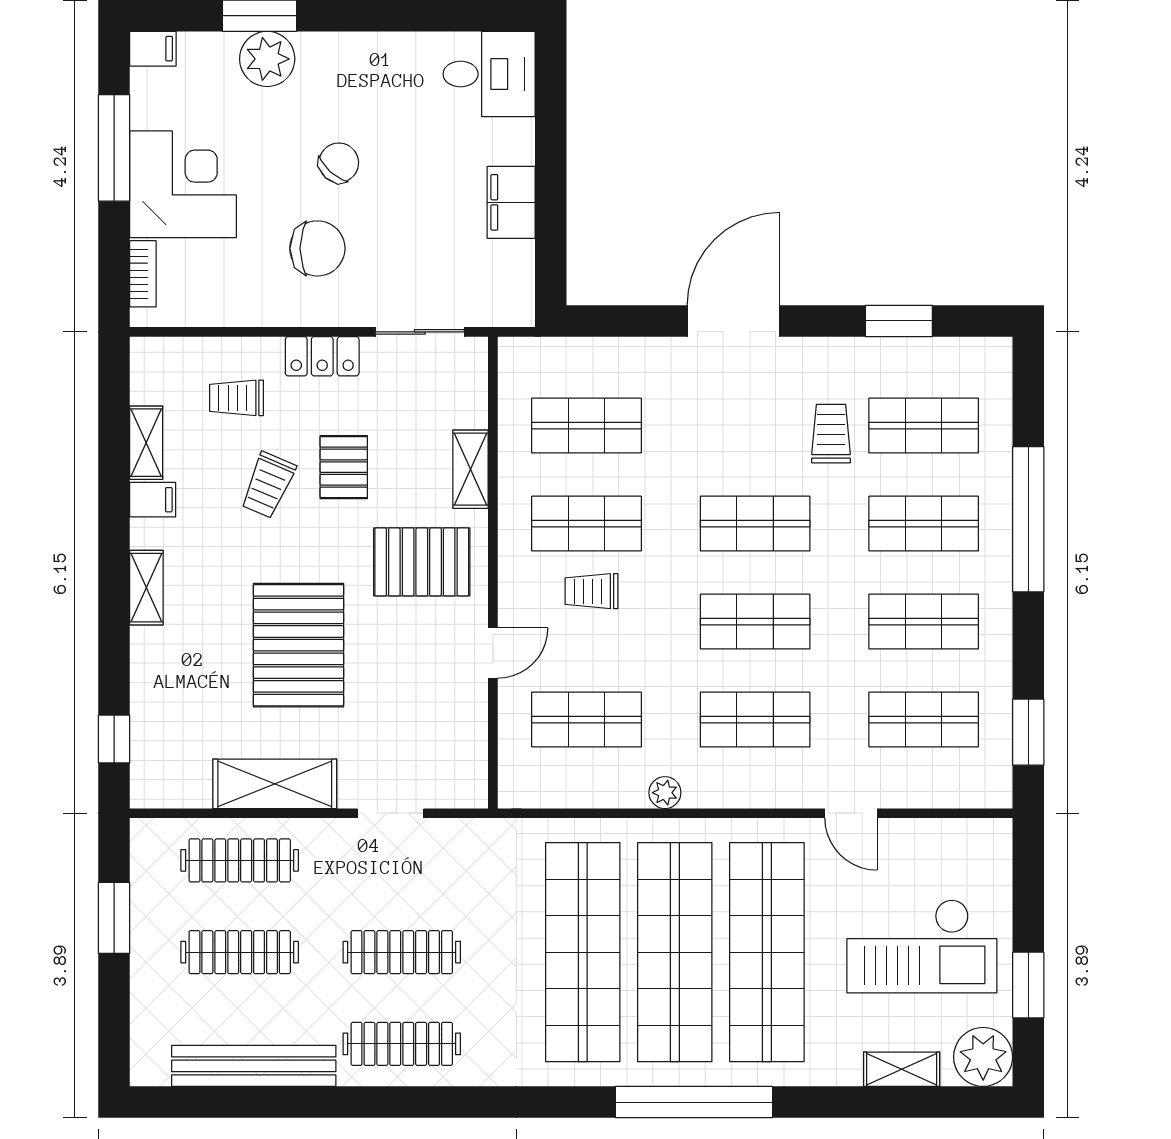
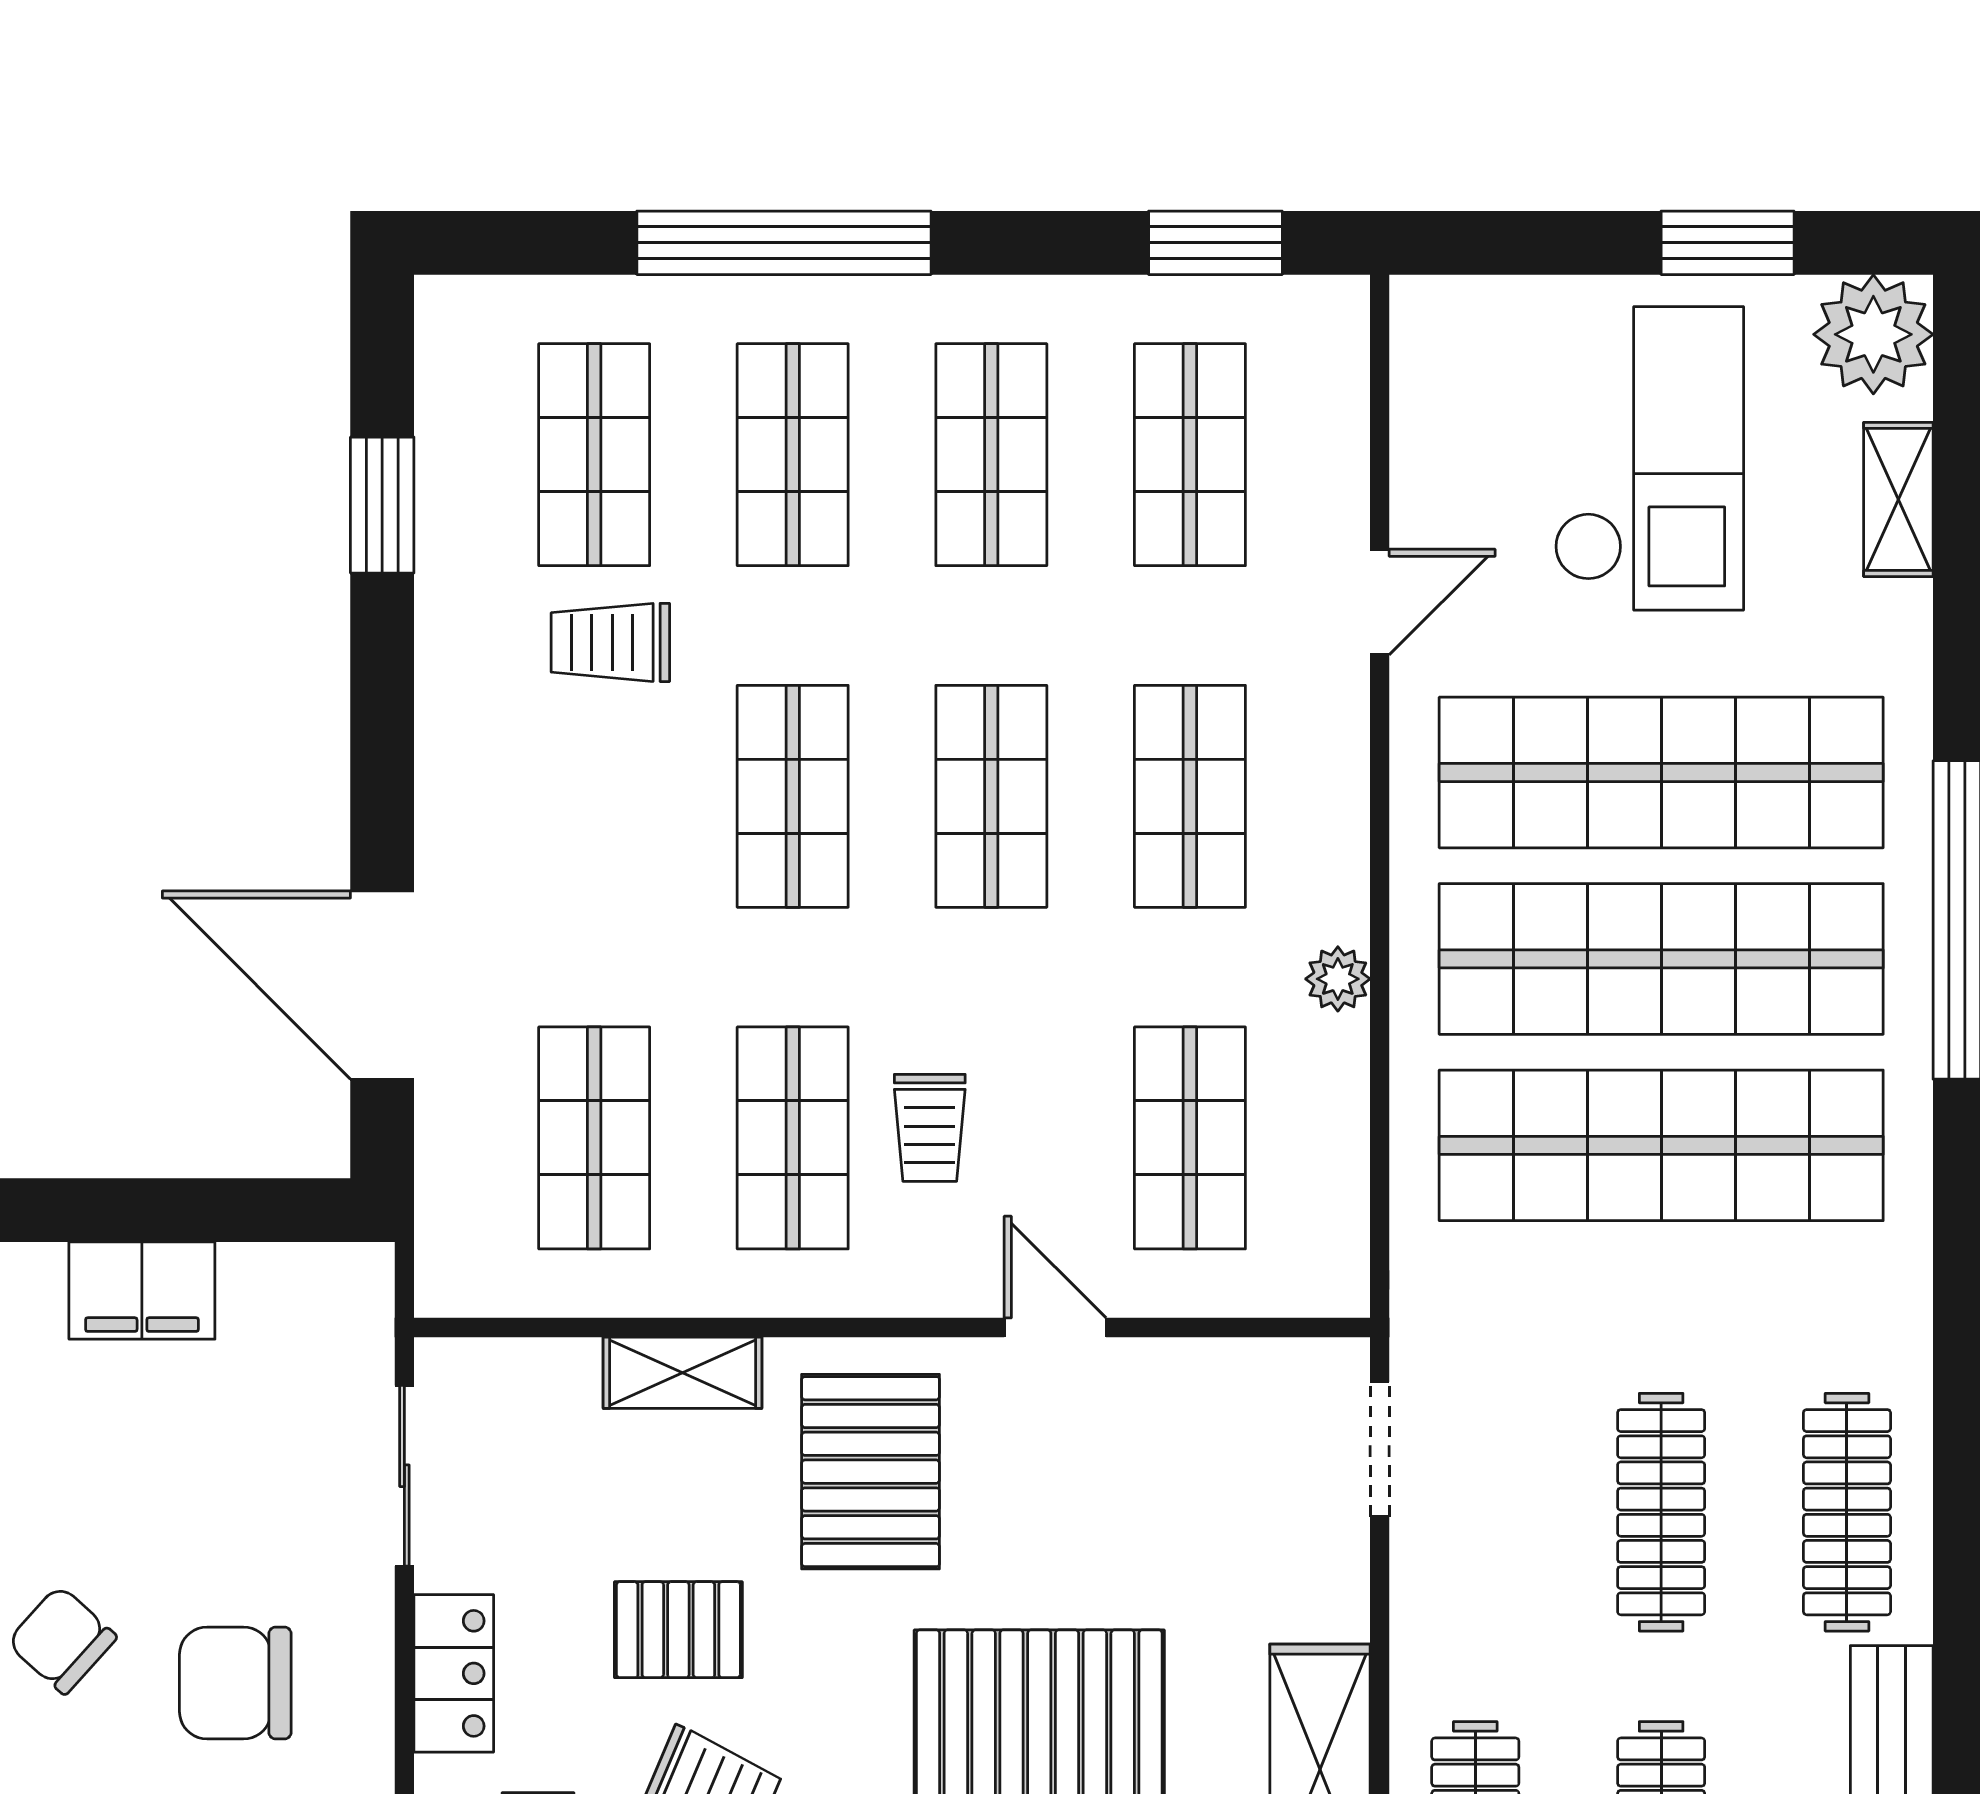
chair: (317, 248) -> (235, 1683), turned -90
door: (734, 321) -> (382, 985), moved
doorway: (391, 813) -> (1380, 1449), moved

